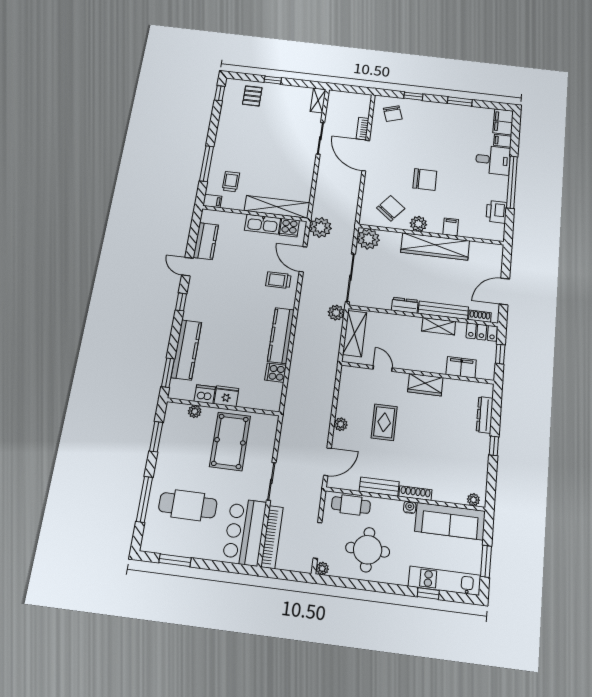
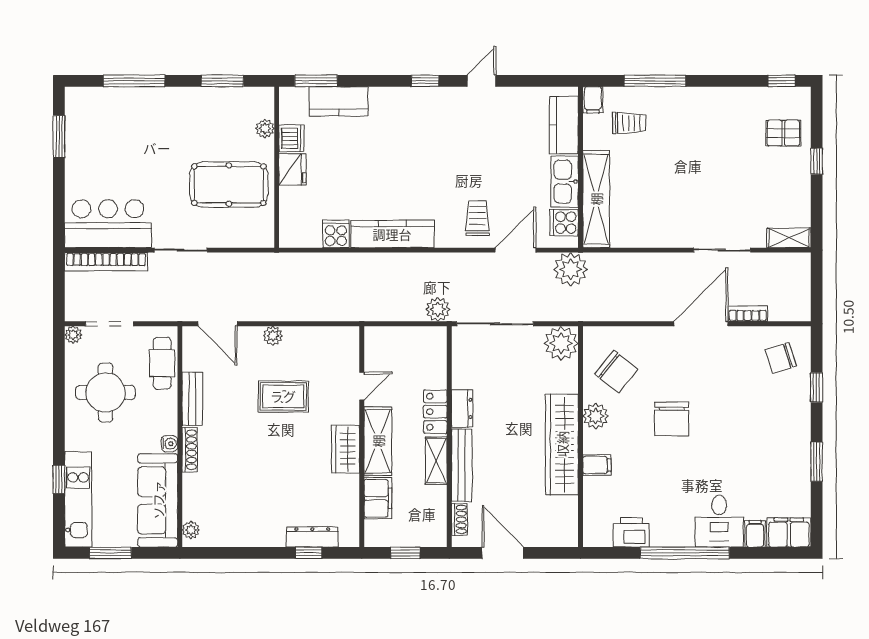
kitchen counter: (206, 241) -> (564, 125), moved, turned 90
locker: (482, 332) -> (435, 412), moved
shelving: (355, 333) -> (378, 441), moved, turned 90
kitchen counter: (186, 350) -> (339, 101), width x0.67
window: (494, 446) -> (309, 553), moved
cafe table: (188, 505) -> (134, 141), removed

